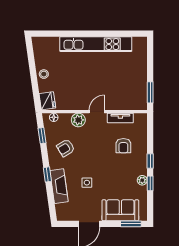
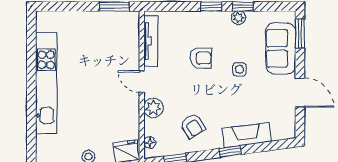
tv unit: (120, 118) -> (151, 41), width x1.41
armchair: (123, 146) -> (201, 58), moved
side table: (87, 183) -> (239, 69), moved

